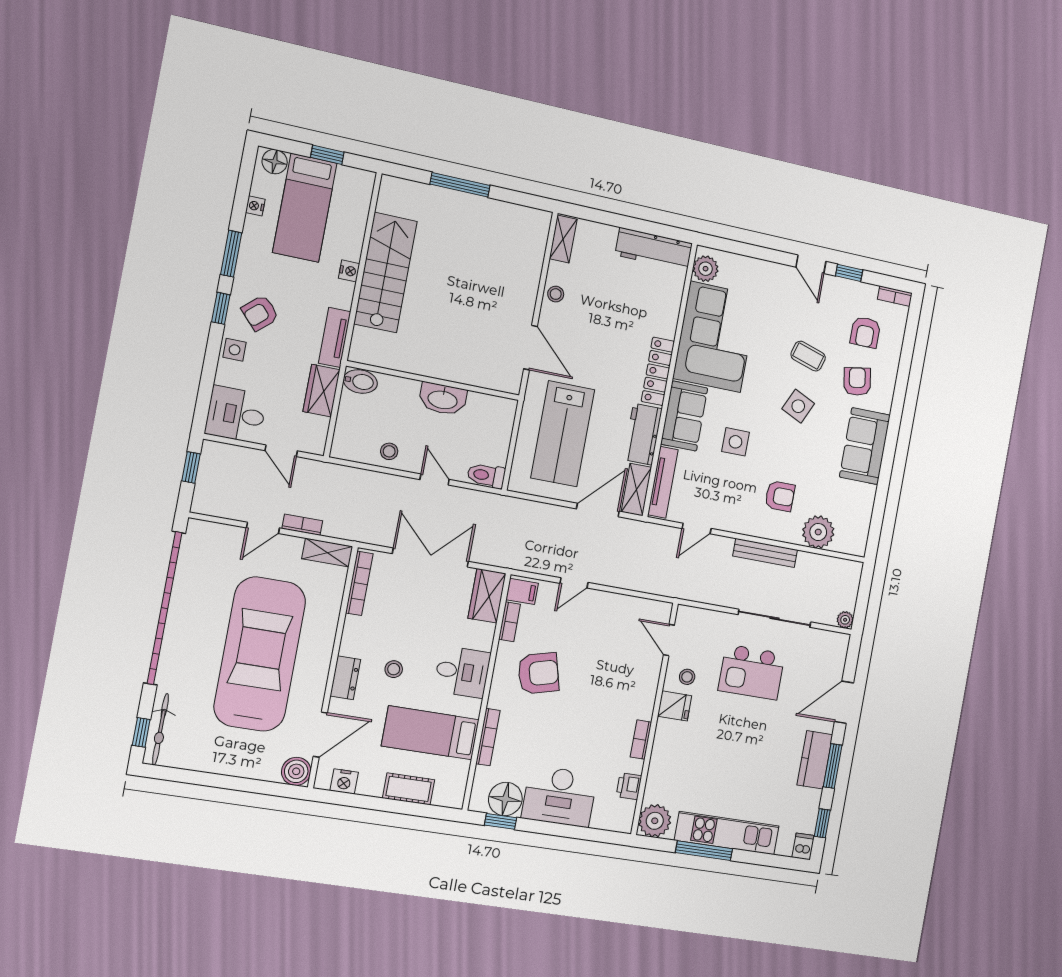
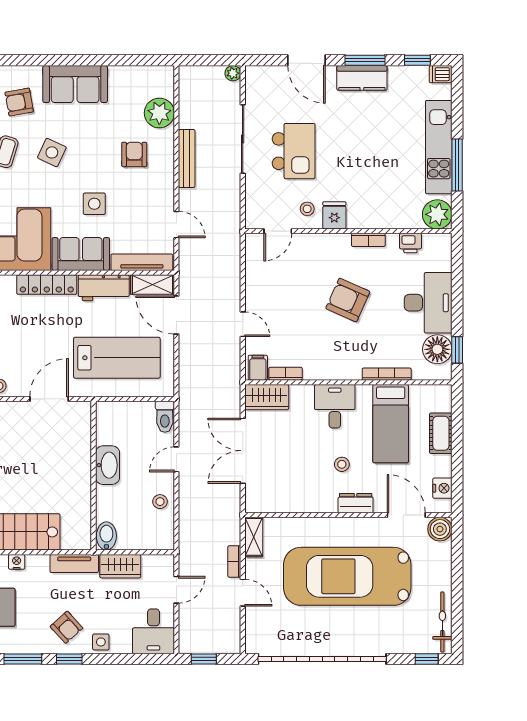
bookcase: (359, 583) -> (275, 506), removed
armchair: (538, 673) -> (348, 300), moved, turned -51
bicycle: (161, 729) -> (442, 622), moved, turned -90

